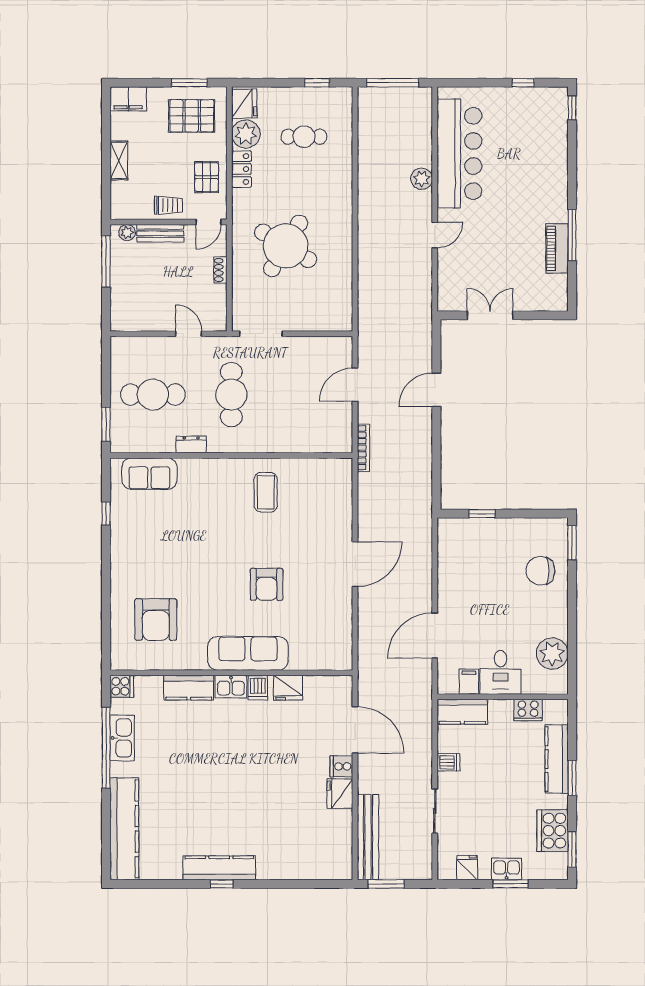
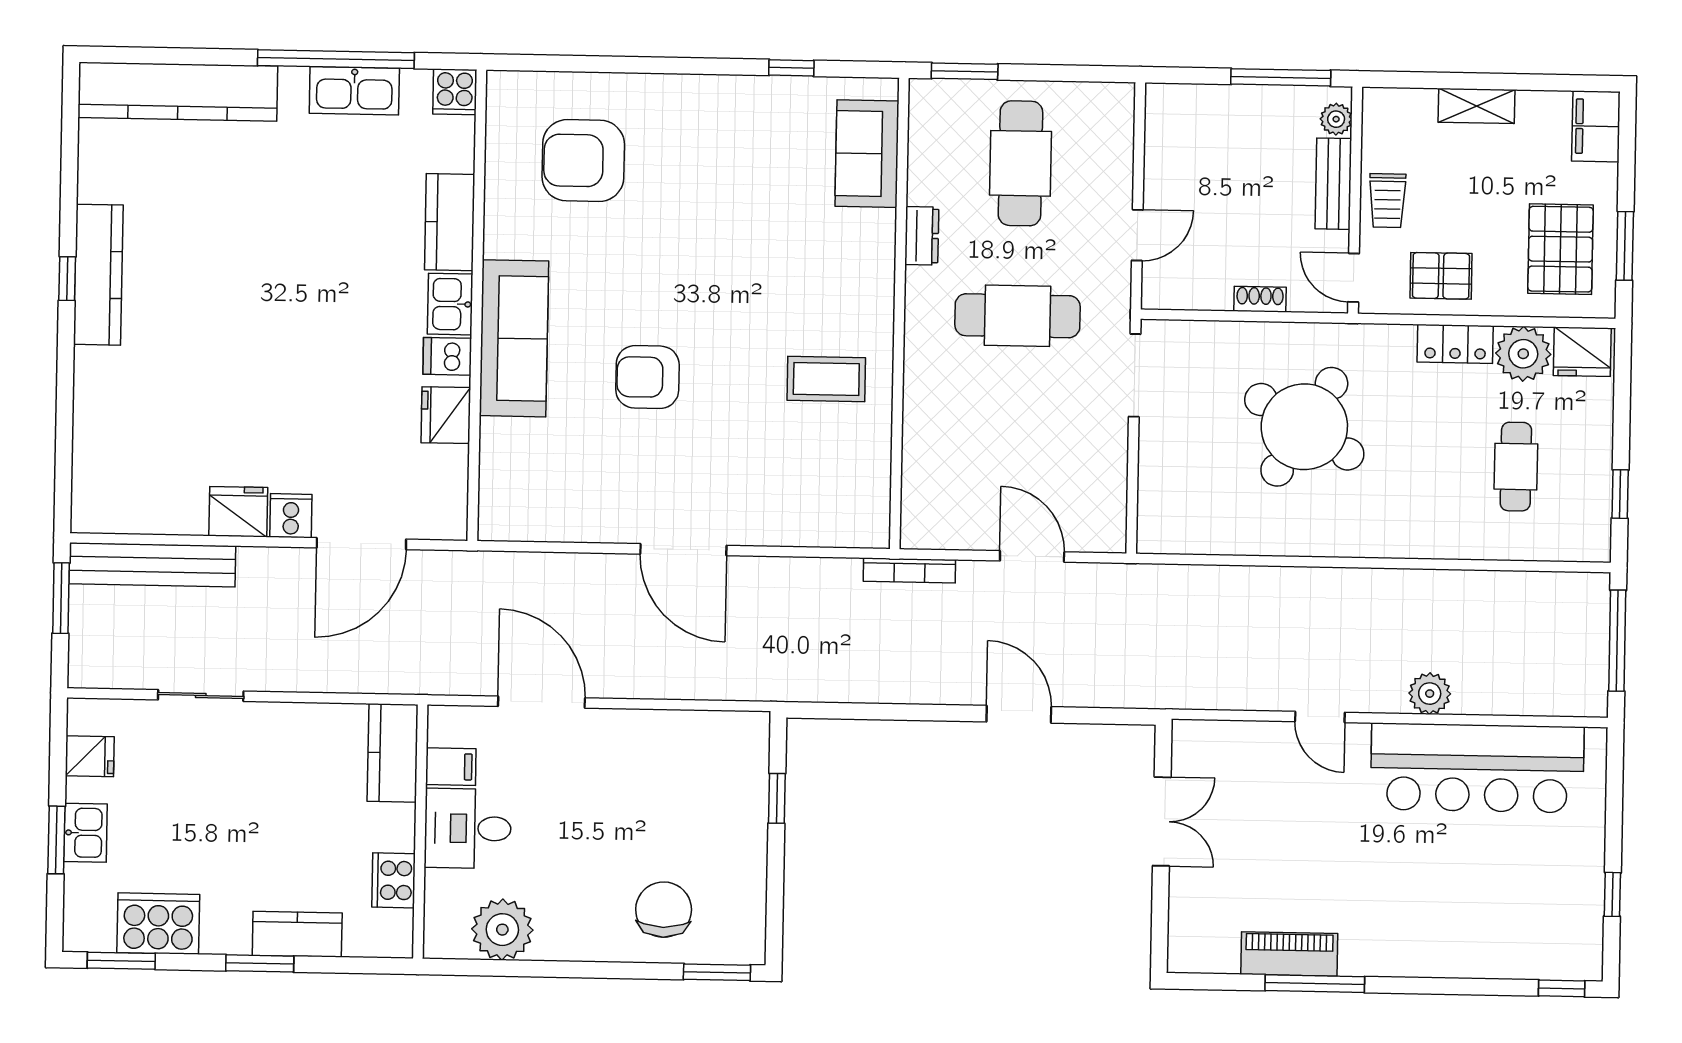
kitchen counter: (557, 759) -> (297, 934), width x0.67
dishwasher: (449, 762) -> (295, 724), removed

